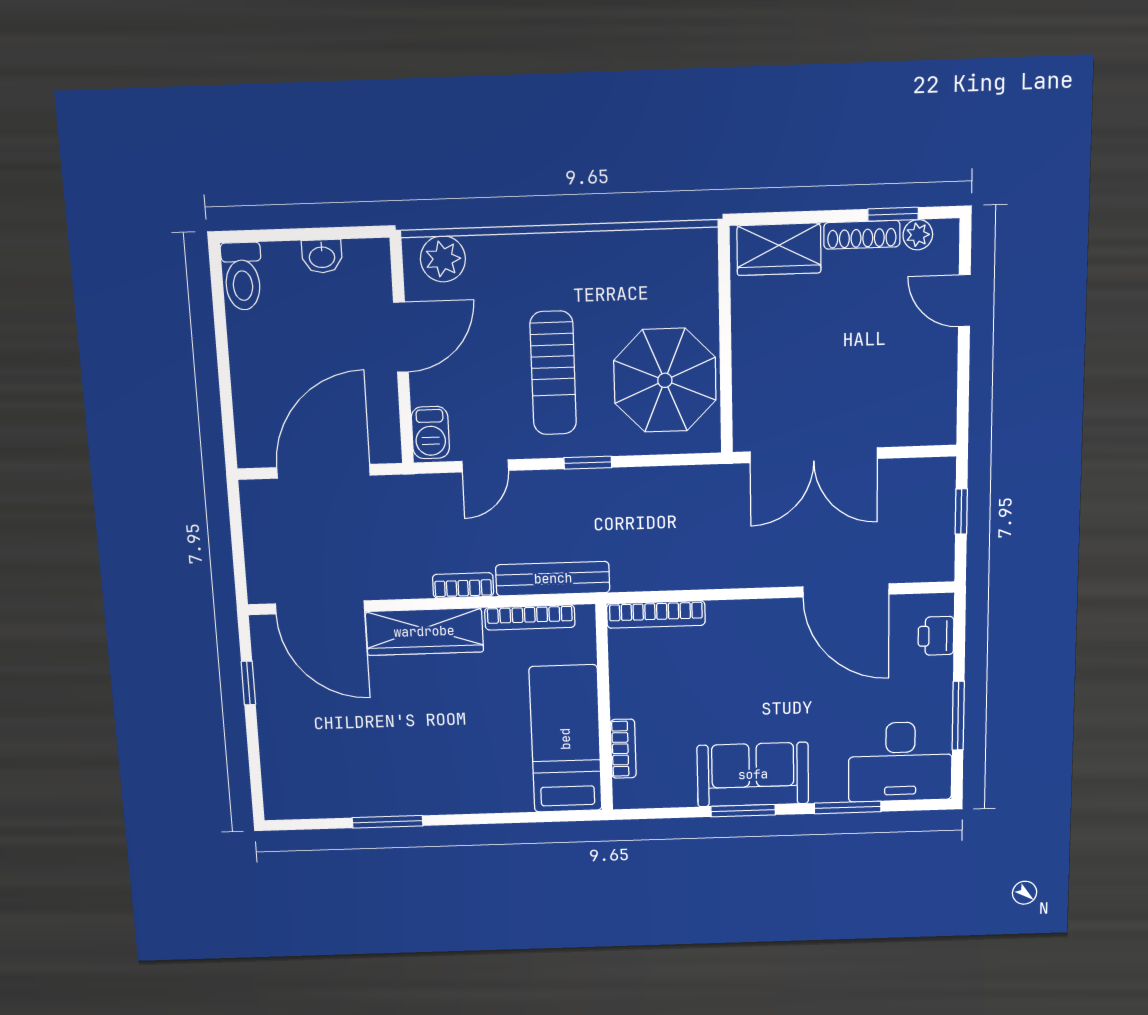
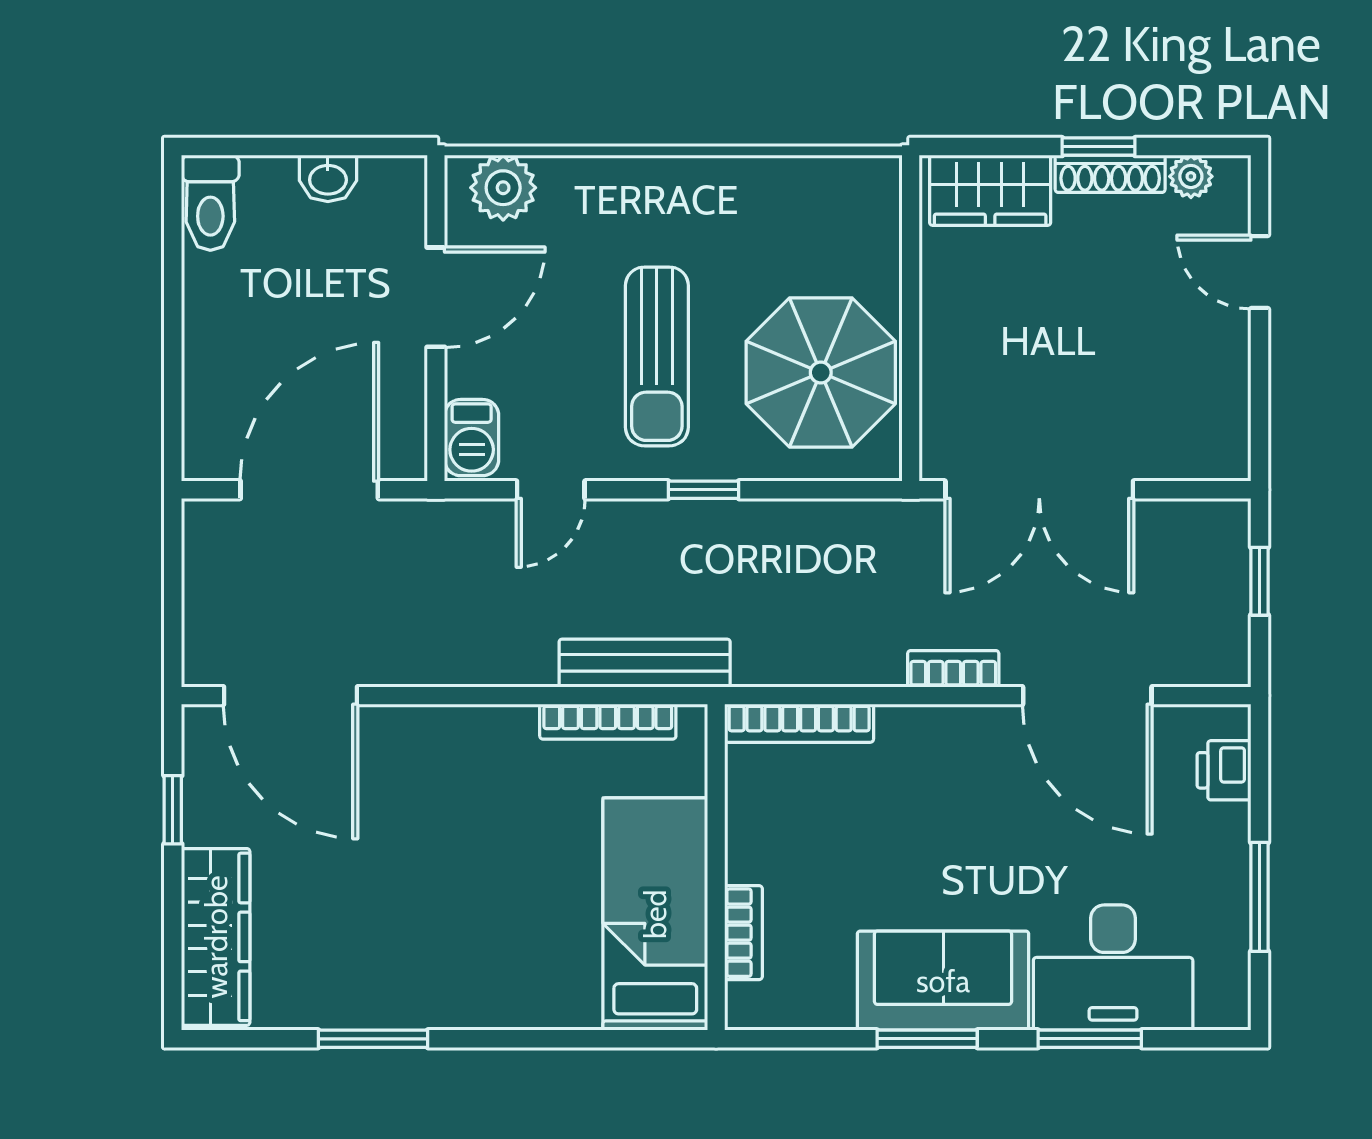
window: (893, 214) -> (1099, 147), moved
bookcase: (463, 585) -> (953, 669), moved
wardrobe: (424, 632) -> (216, 937), moved, turned -90
desk: (900, 762) -> (1113, 968), moved

